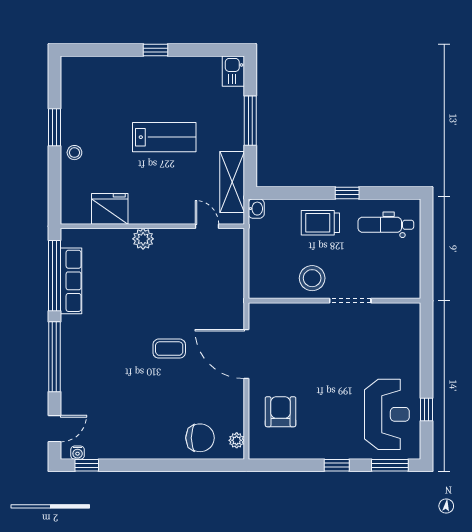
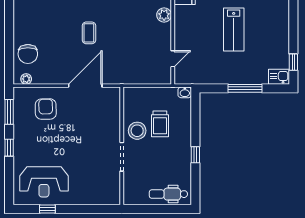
window: (155, 50) -> (293, 62), moved
shelving: (232, 182) -> (203, 76), removed
trolley: (320, 223) -> (160, 124), moved, turned 180
dental chair: (386, 225) -> (168, 194), moved, turned -90
armchair: (281, 412) -> (46, 109), turned -91
window: (390, 465) -> (9, 112), moved

